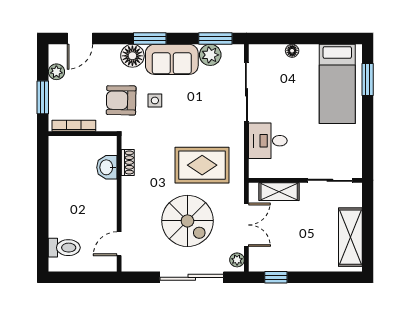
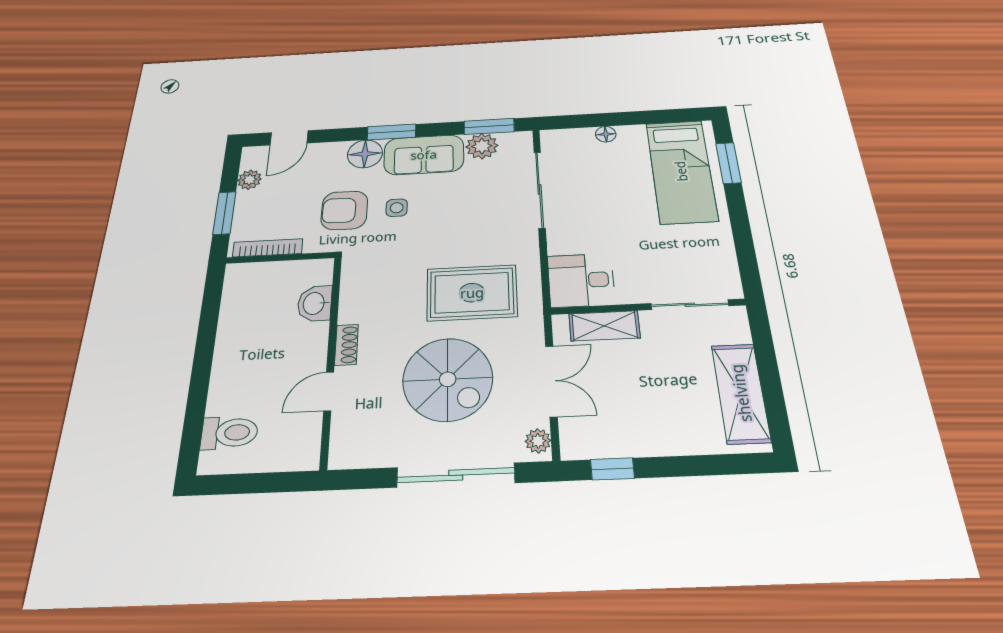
desk: (268, 141) -> (581, 280), moved
shoe rack: (128, 162) -> (346, 345), moved
door: (119, 244) -> (329, 391), moved

